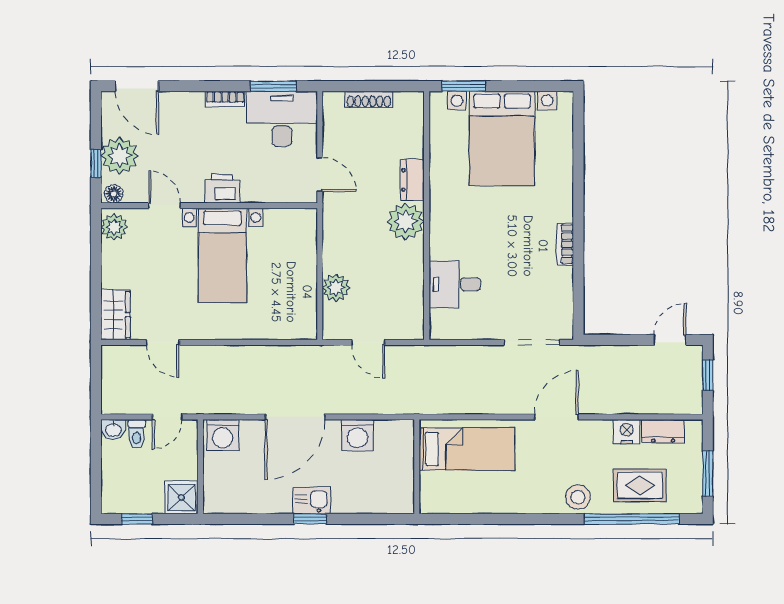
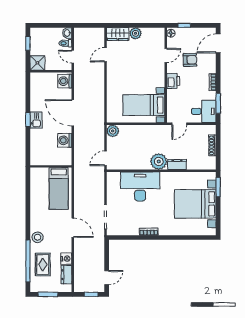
desk: (282, 119) -> (204, 111), width x0.73
armchair: (174, 150) -> (190, 60), added
plant: (120, 156) -> (188, 36), removed
plant: (114, 227) -> (136, 33), moved
bed with nightstands: (222, 255) -> (144, 105), moved
desk: (455, 284) -> (140, 186), width x1.87, depth x1.30
plant: (336, 288) -> (113, 131), moved
door: (670, 340) -> (107, 278), hinge flipped
door: (368, 342) -> (106, 158), moved

